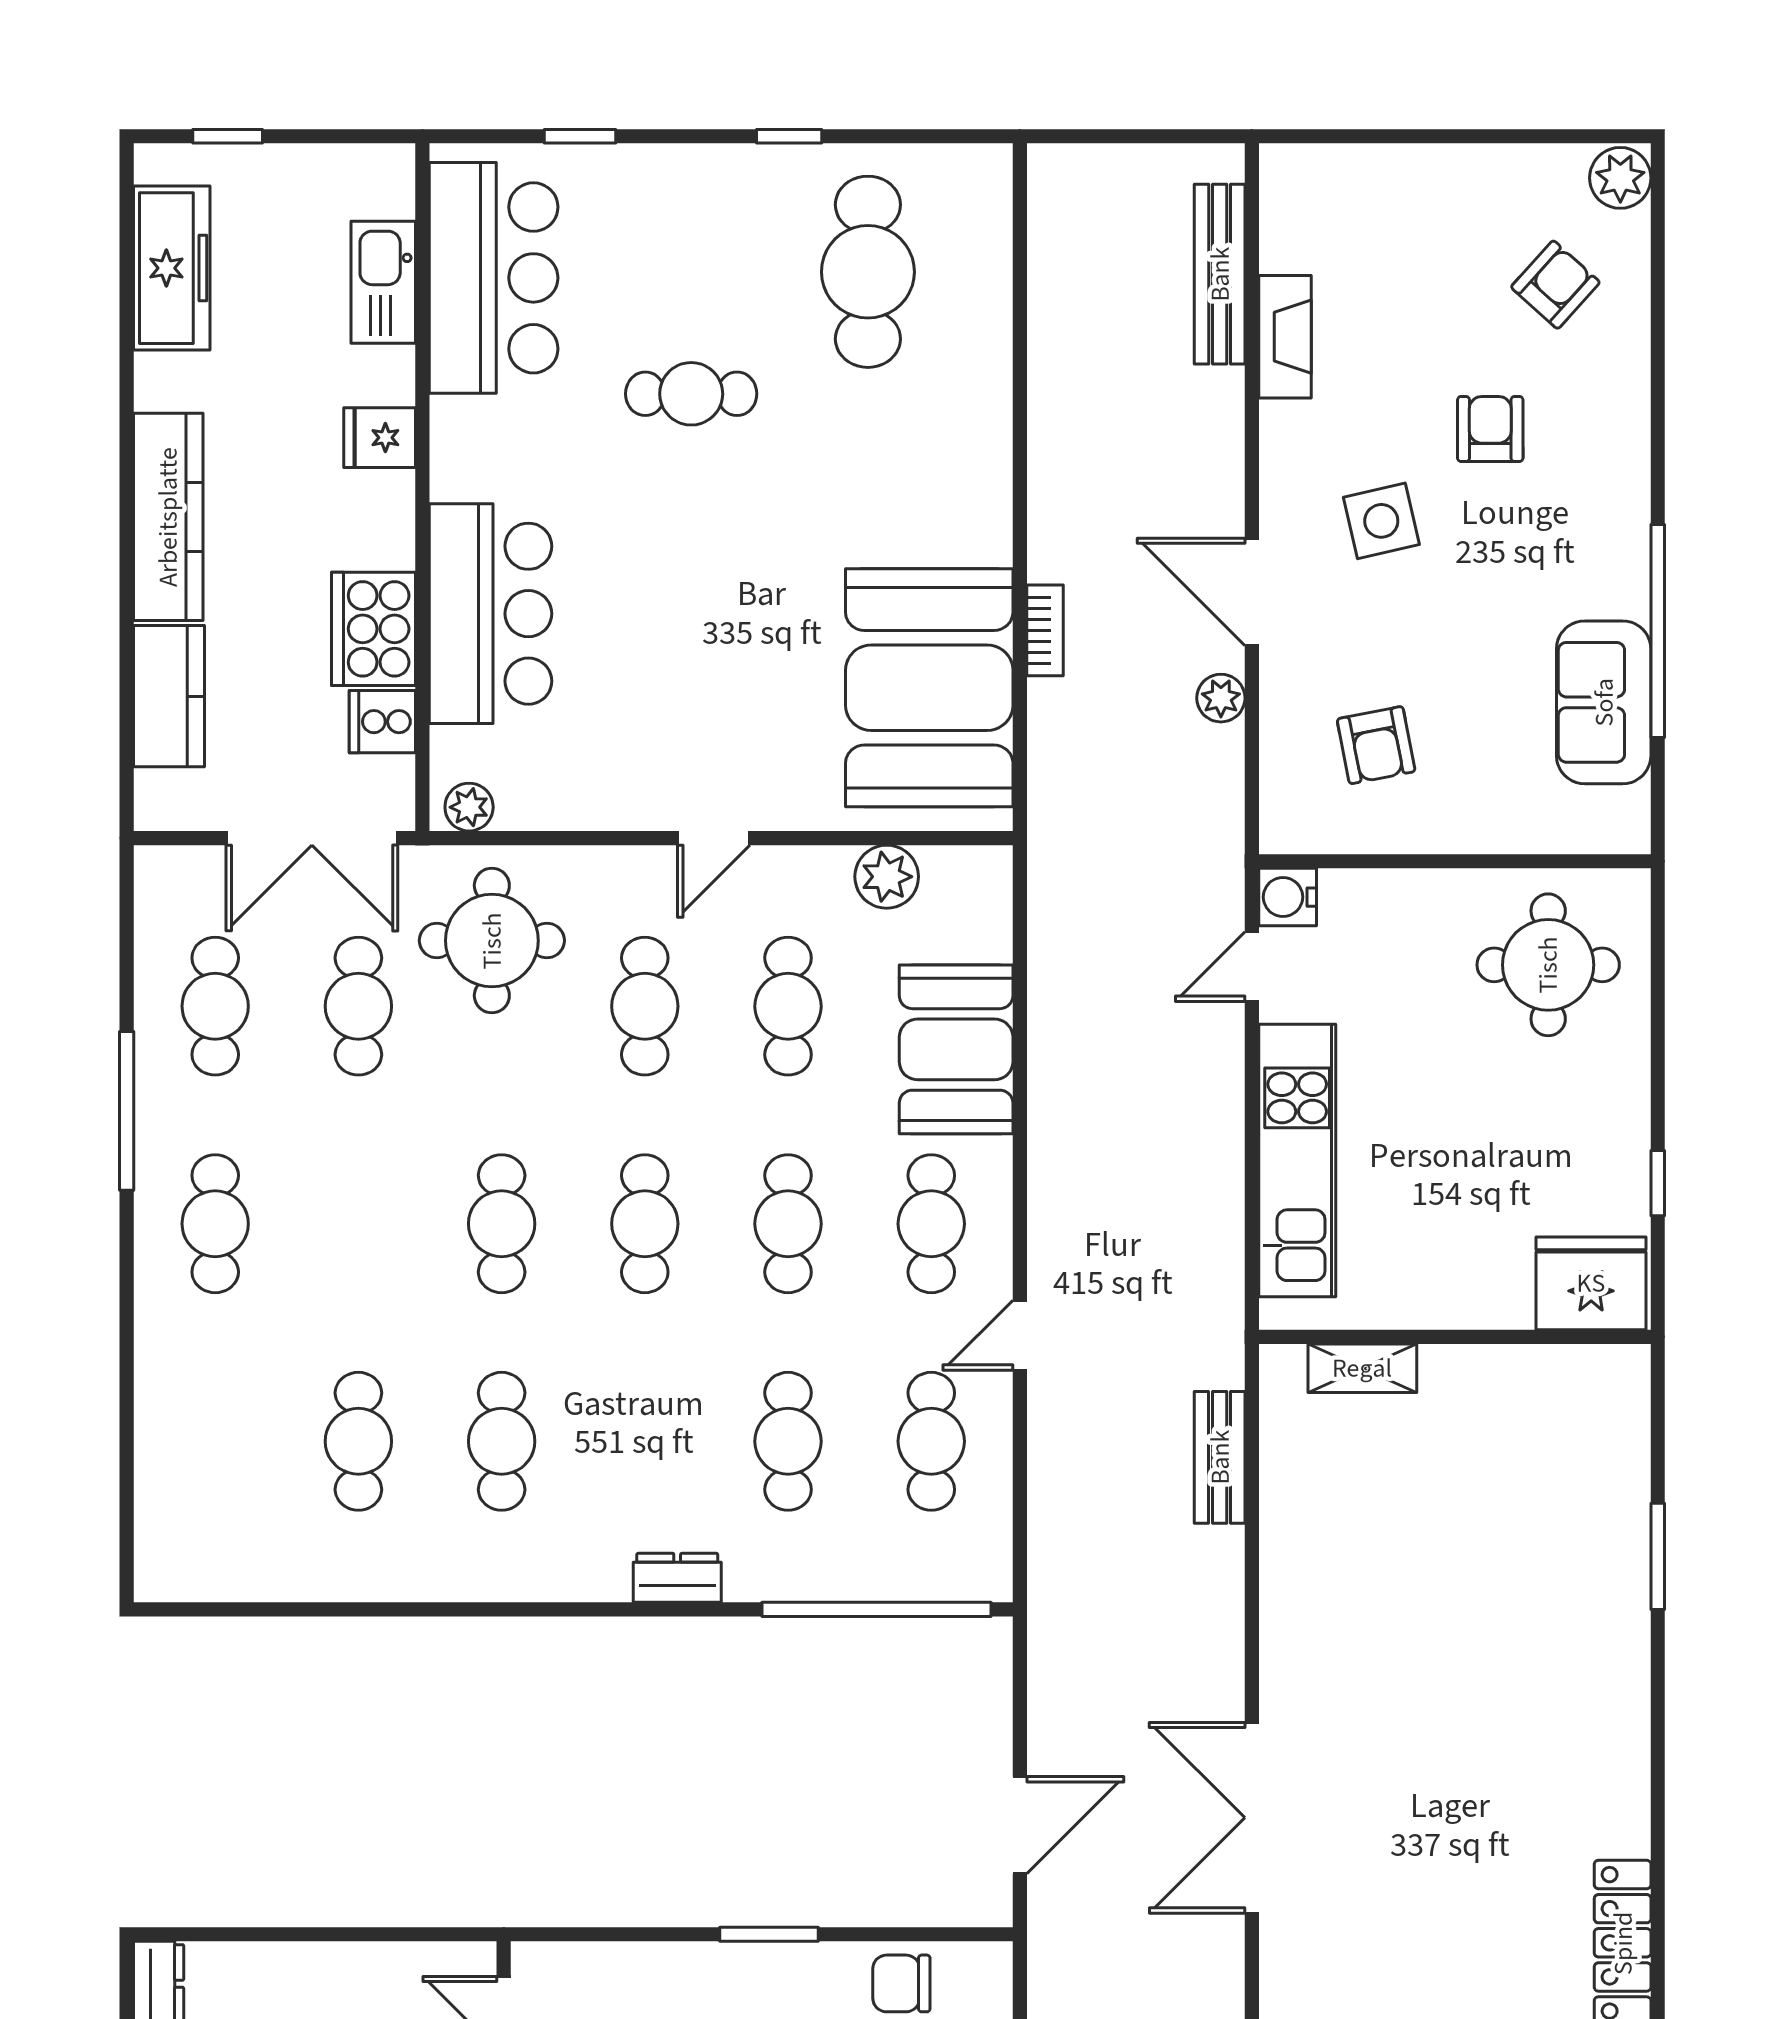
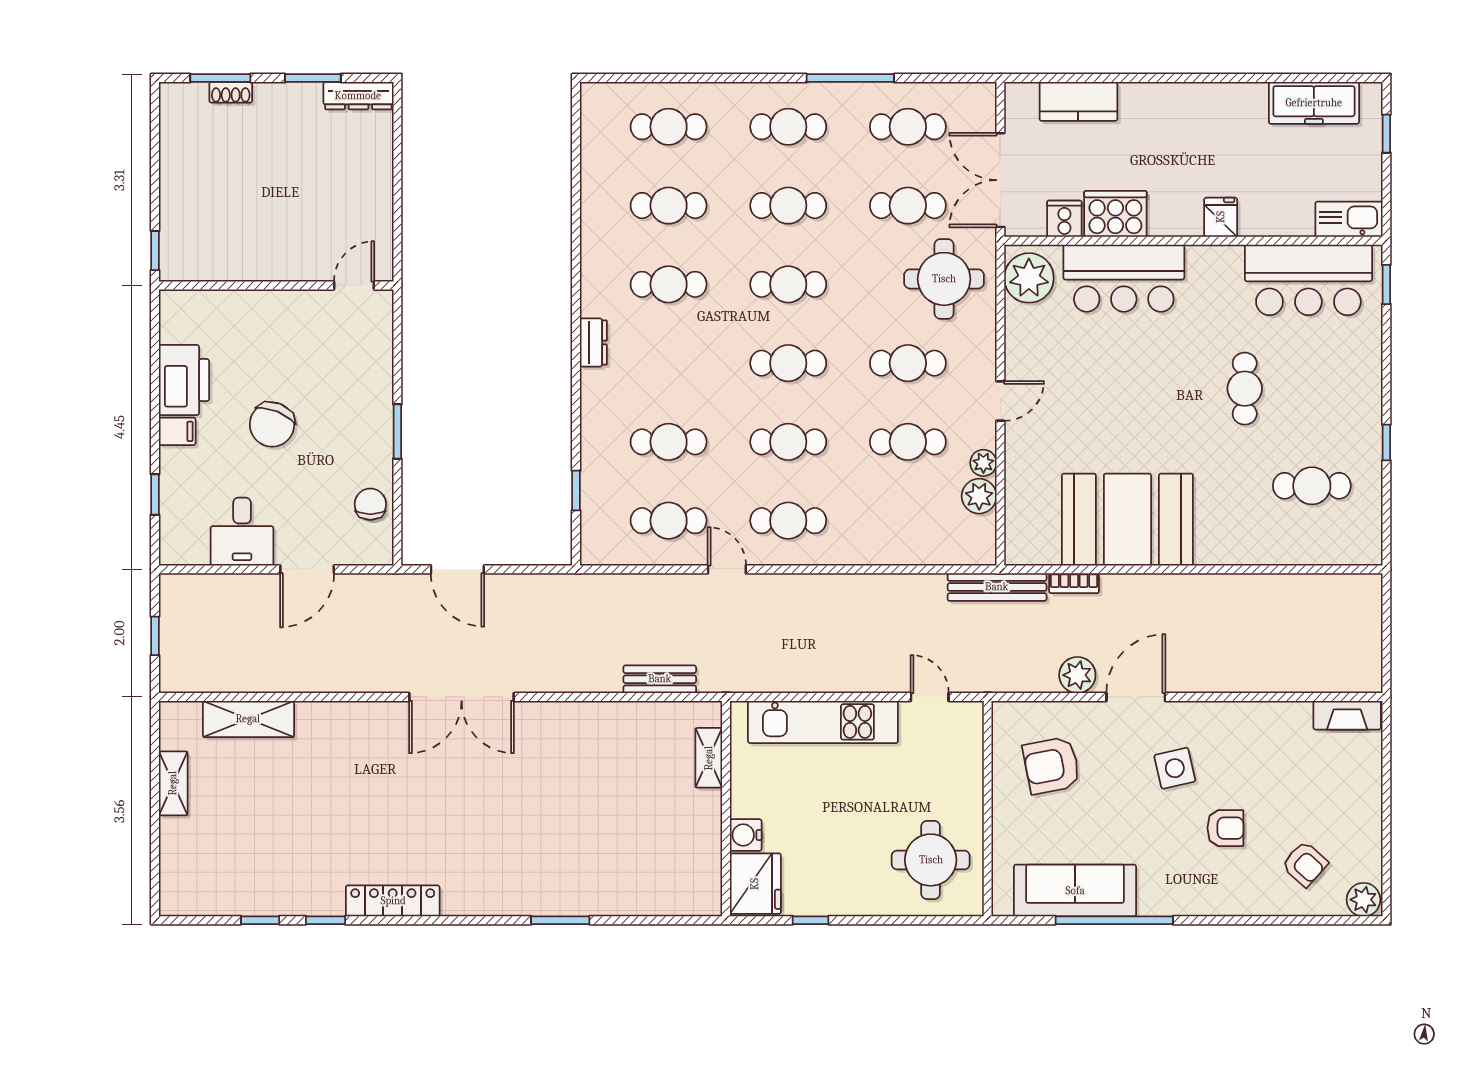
window: (580, 136) -> (1386, 284), moved
cafe table: (868, 272) -> (1312, 486), width x0.73, depth x0.74
bench: (1220, 274) -> (997, 587), moved
kitchen sink: (383, 282) -> (1349, 219), moved
fireplace: (1285, 337) -> (1347, 715), moved
kitchen counter: (168, 517) -> (1177, 101), removed
bookcase: (1045, 630) -> (1074, 583), moved
booth: (929, 688) -> (1127, 520), moved
plant: (1221, 698) -> (1077, 675), width x1.38, depth x1.38
sofa: (1604, 702) -> (1075, 891), width x1.36
armchair: (1376, 745) -> (1051, 765), width x1.38, depth x1.38
plant: (469, 807) -> (1029, 278), width x1.87, depth x1.87
door: (714, 838) -> (1000, 401), swing flipped
plant: (826, 869) -> (983, 463), added
water cooler: (1288, 897) -> (746, 835), moved, turned -90
booth: (956, 1049) -> (884, 534), removed
cafe table: (358, 1224) -> (788, 206), added
cafe table: (215, 1441) -> (669, 127), added
window: (1658, 1556) -> (560, 920), moved
dresser: (677, 1578) -> (593, 343), moved
window: (877, 1609) -> (576, 491), width x0.32
double door: (1252, 1818) -> (462, 697), swing flipped

